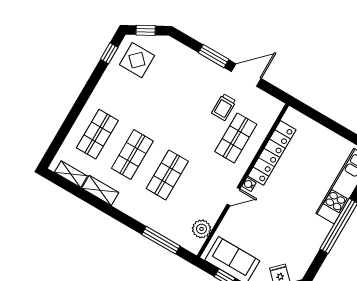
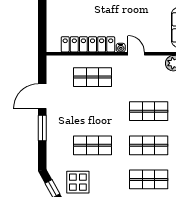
door: (246, 75) -> (42, 96), hinge flipped
shop shelf: (166, 97) -> (93, 145), added
trolley: (224, 107) -> (75, 99), removed

